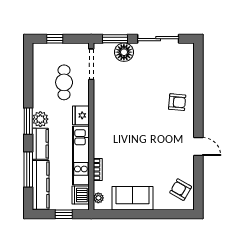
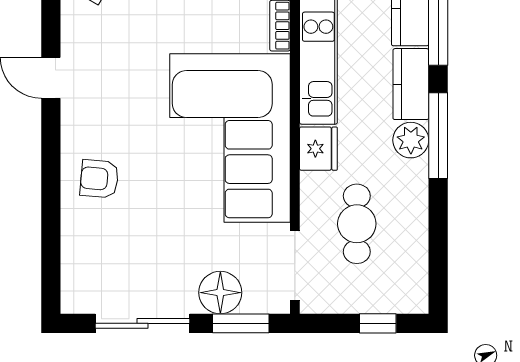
corner sofa: (120, 120) -> (230, 138), added
window: (28, 121) -> (438, 136), width x1.44

